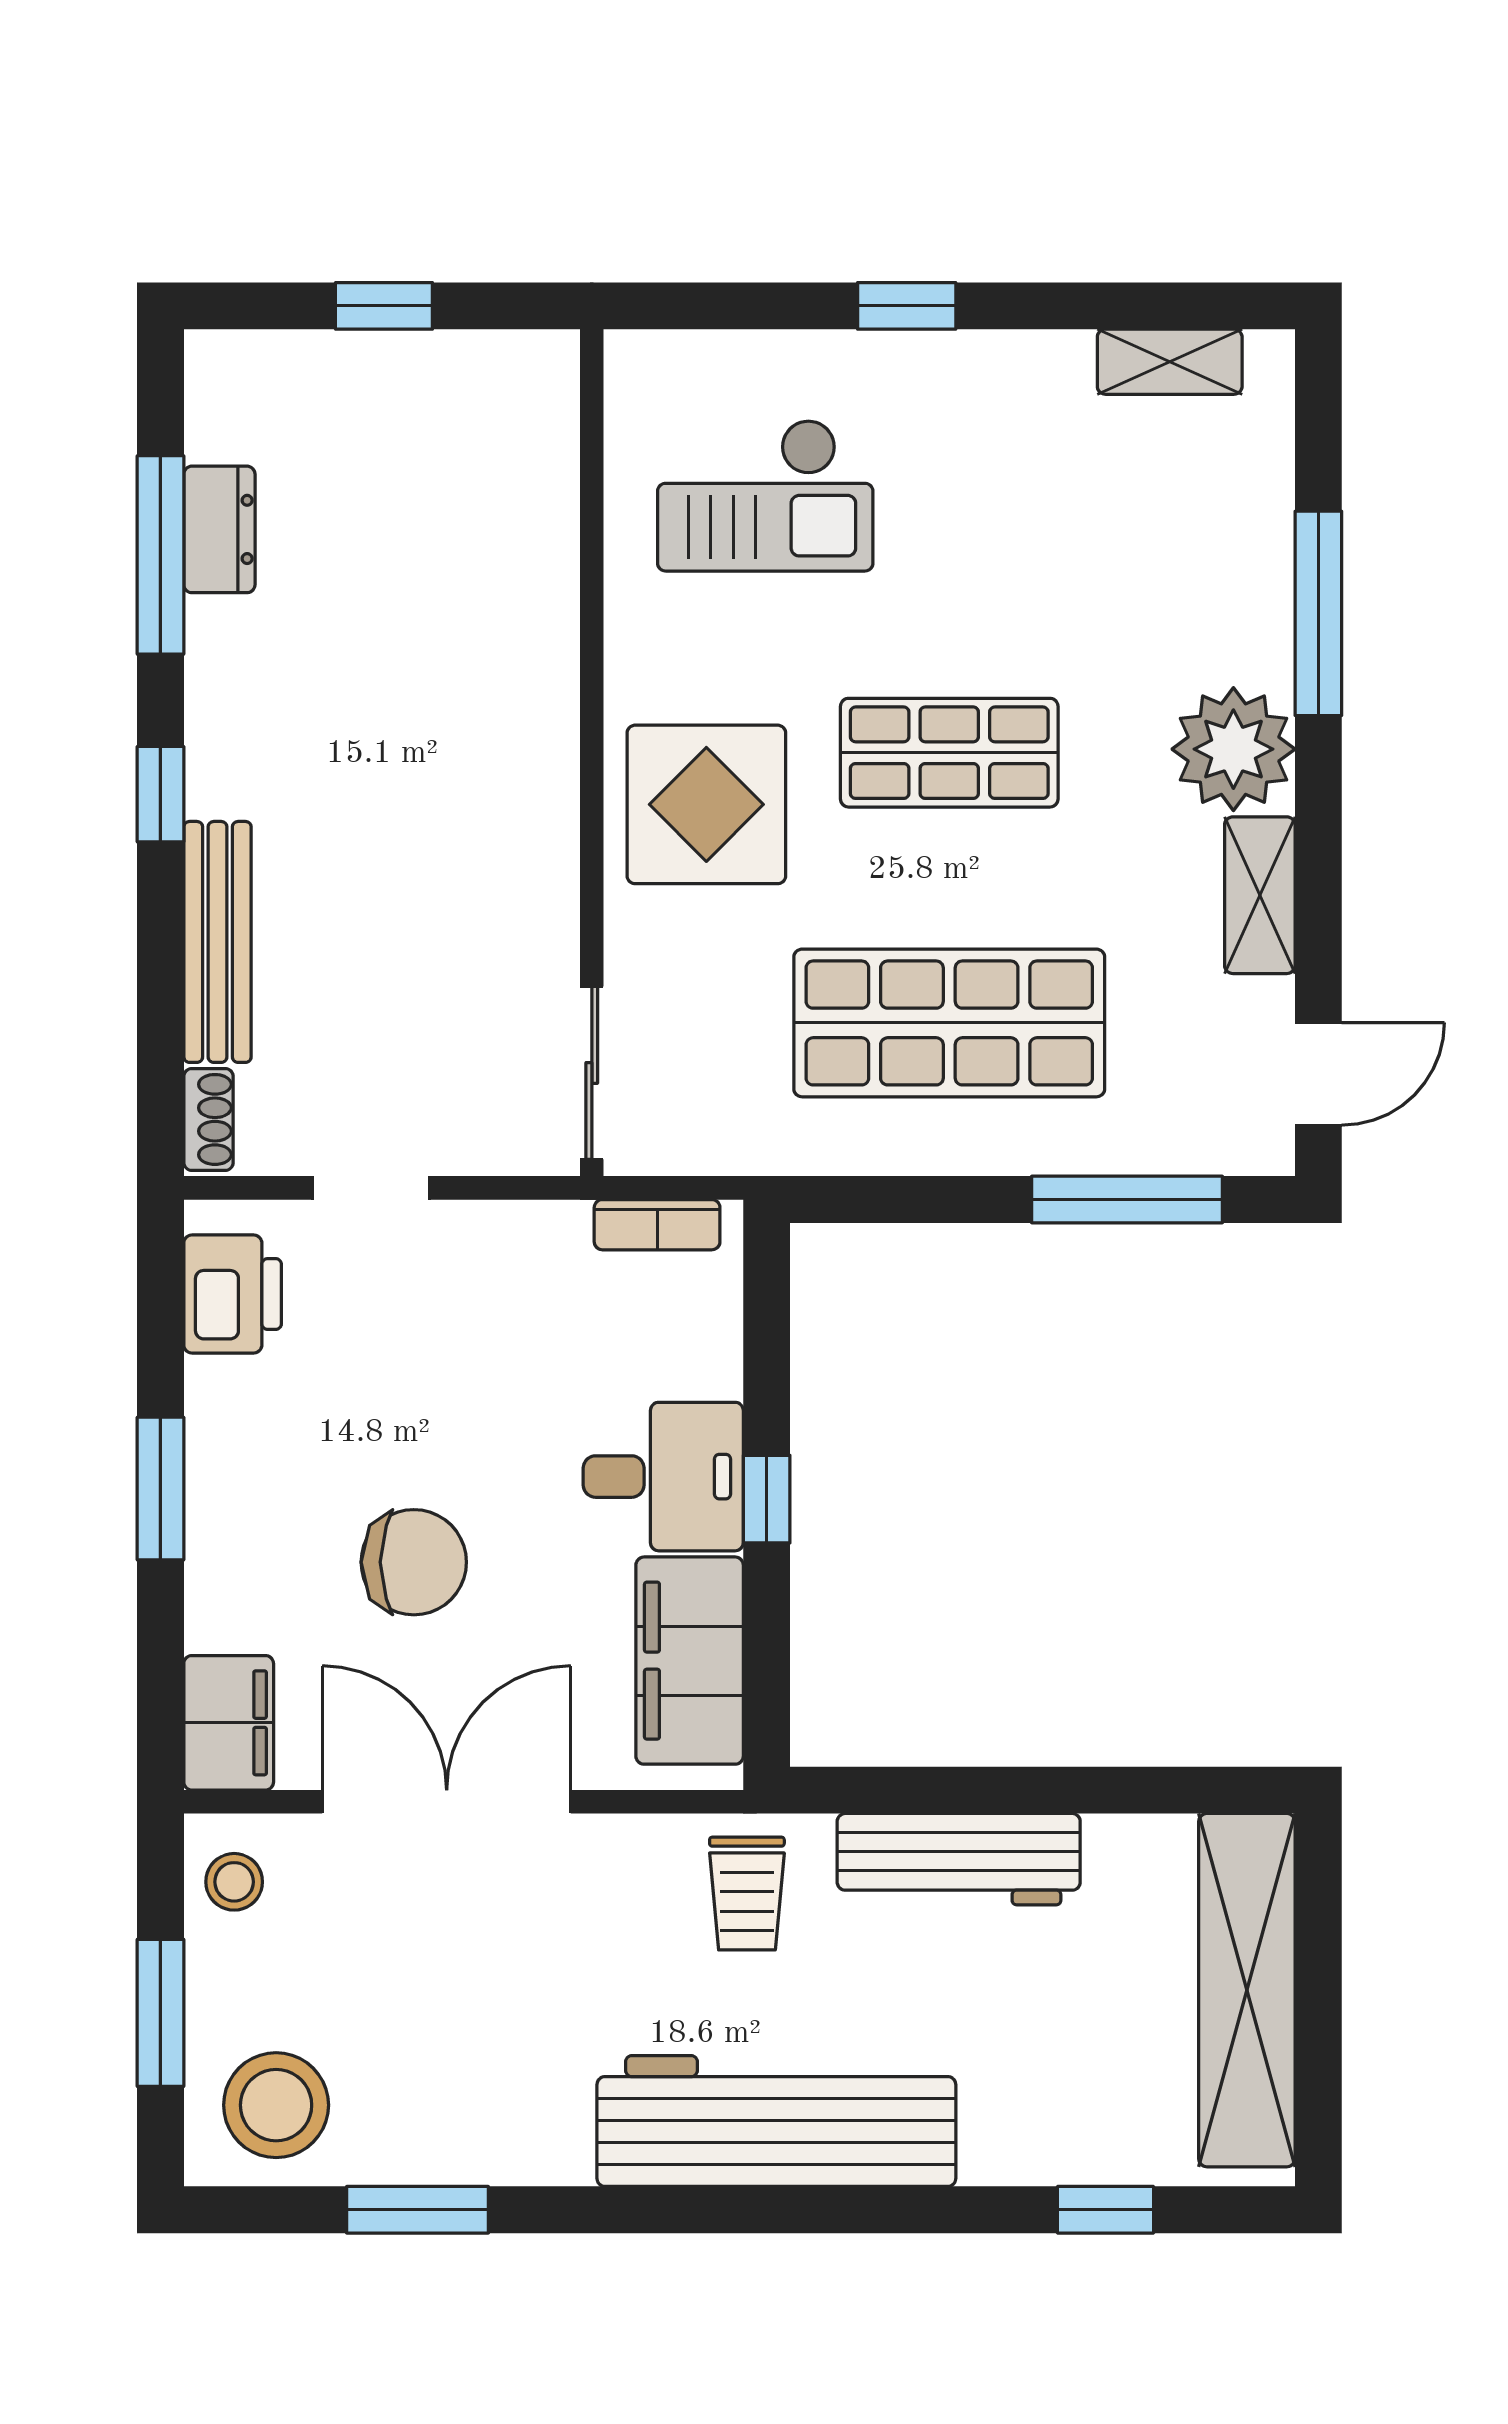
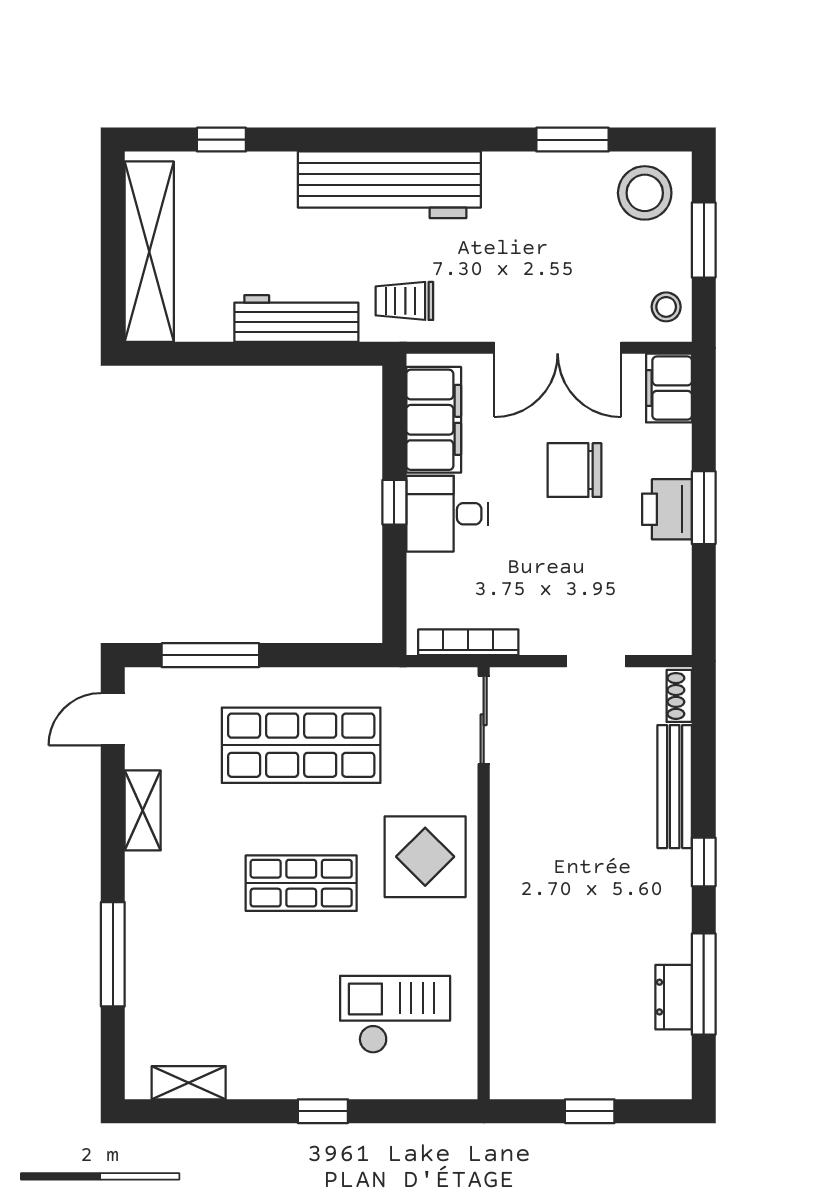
plant: (1233, 749) -> (156, 885), removed
bookcase: (657, 1225) -> (468, 642), width x1.56
printer: (233, 1294) -> (667, 509), moved
trolley: (747, 1894) -> (404, 301), turned -90

